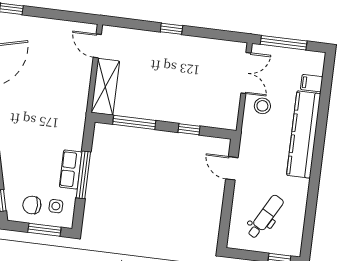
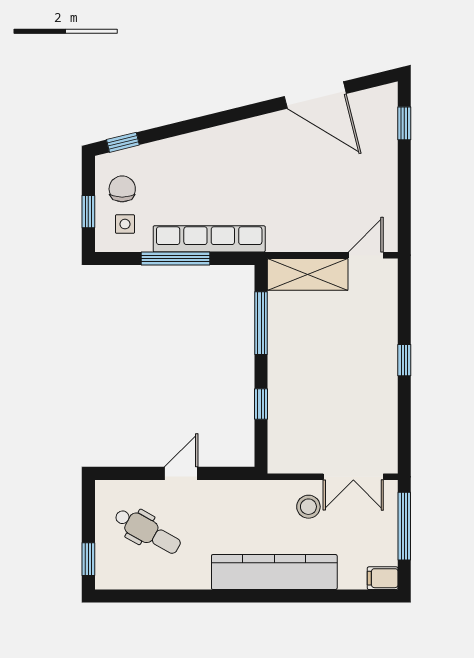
filing cabinet: (312, 83) -> (383, 578), moved, turned -90
door: (232, 168) -> (181, 473), moved
row of seats: (71, 169) -> (209, 239), width x2.02
window: (44, 230) -> (88, 212), width x0.67

